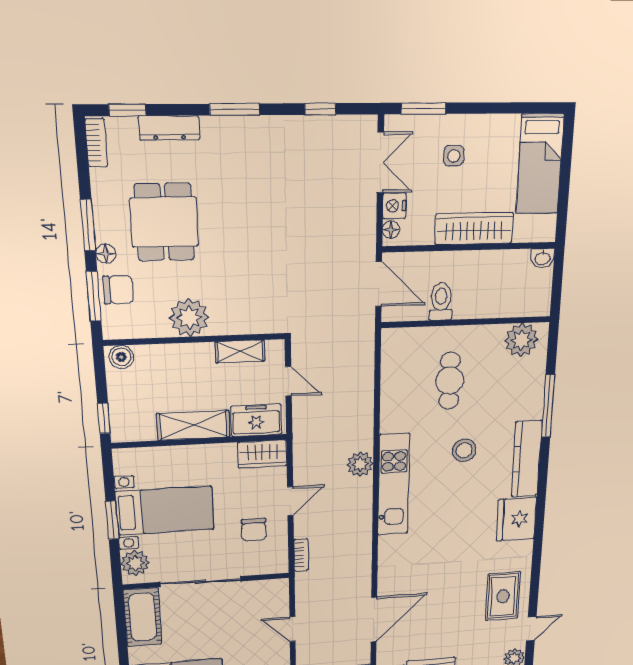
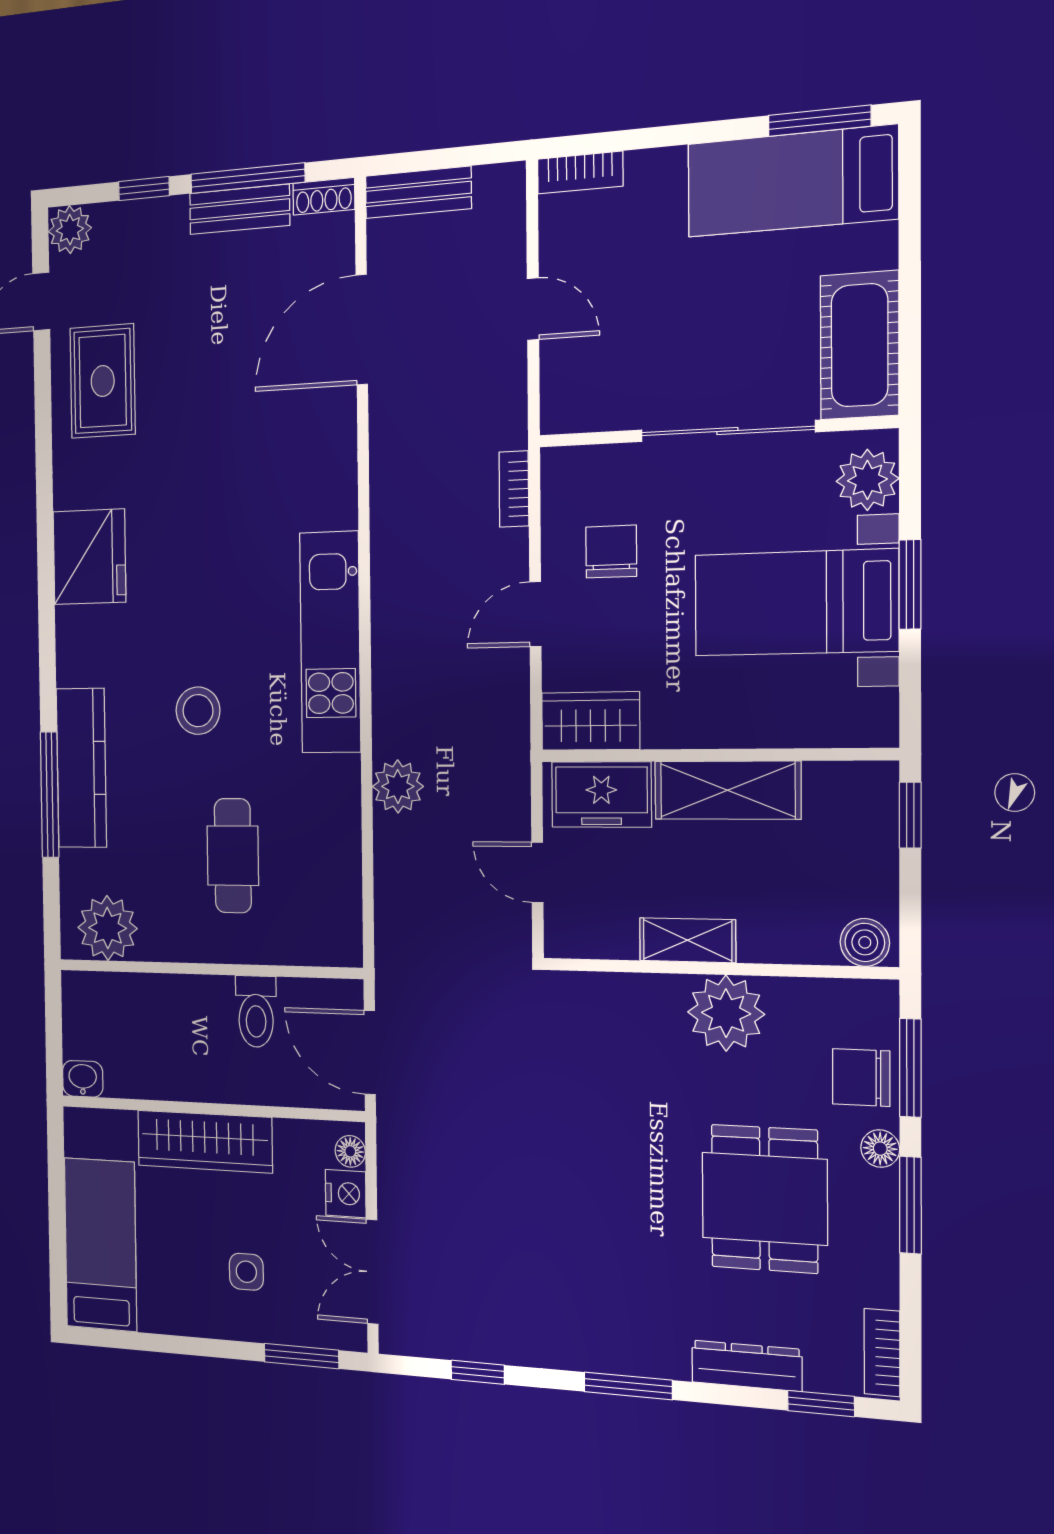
shelving: (240, 351) -> (688, 940), moved
kitchen counter: (527, 459) -> (81, 768), moved
plant: (360, 464) -> (398, 786), moved

